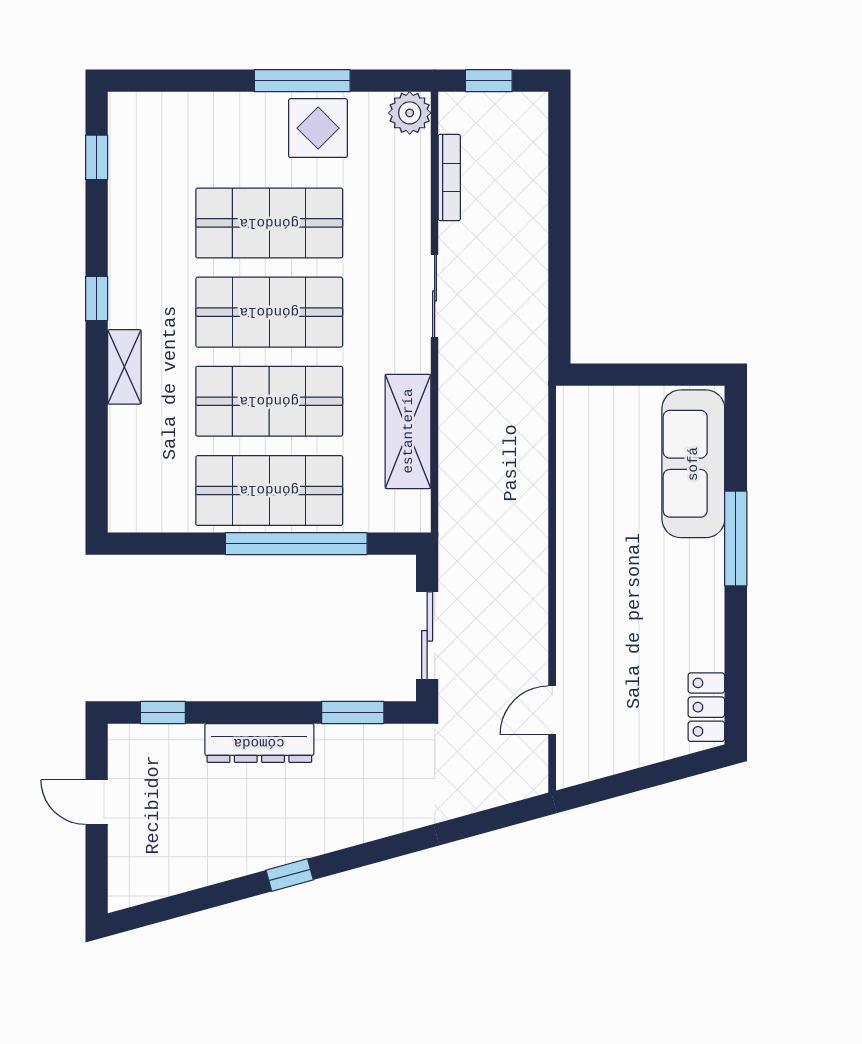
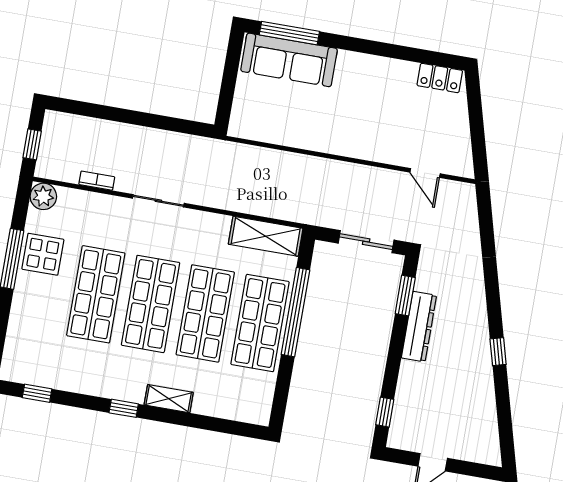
bookcase: (449, 178) -> (97, 181), width x0.64
shelving: (408, 431) -> (266, 236), moved
window: (736, 539) -> (289, 33), moved
dresser: (259, 743) -> (419, 327), moved

